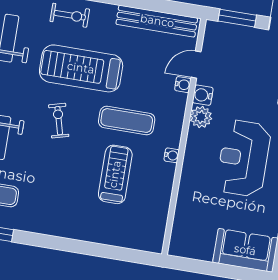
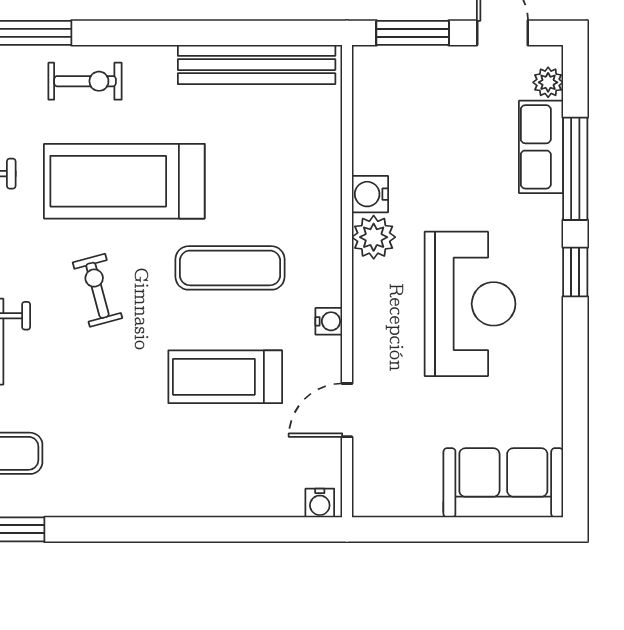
door: (196, 65) -> (347, 410), moved
water cooler: (183, 85) -> (320, 503), moved, turned 90
reception desk: (244, 158) -> (470, 304), turned 180
treadmill: (115, 174) -> (225, 377), turned -90

